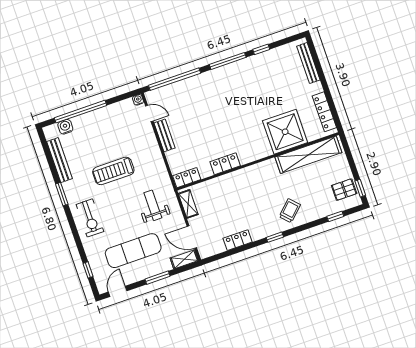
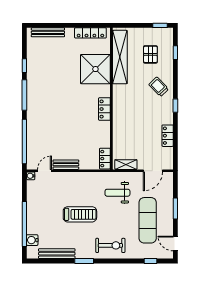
locker: (225, 164) -> (104, 109), moved
treadmill: (113, 171) -> (80, 214), turned -90
pallet: (344, 190) -> (150, 54), moved
shelving: (184, 259) -> (168, 183), removed

